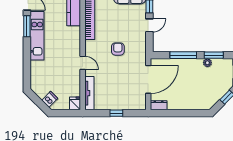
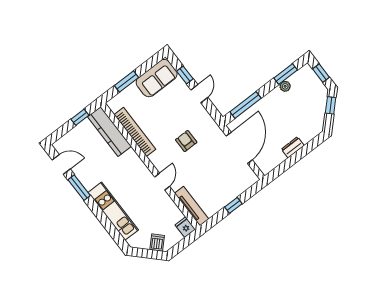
kitchen unit: (37, 36) -> (113, 211), moved
window: (183, 55) -> (245, 105), moved
door: (83, 63) -> (162, 182), hinge flipped
dresser: (159, 105) -> (293, 147), moved

